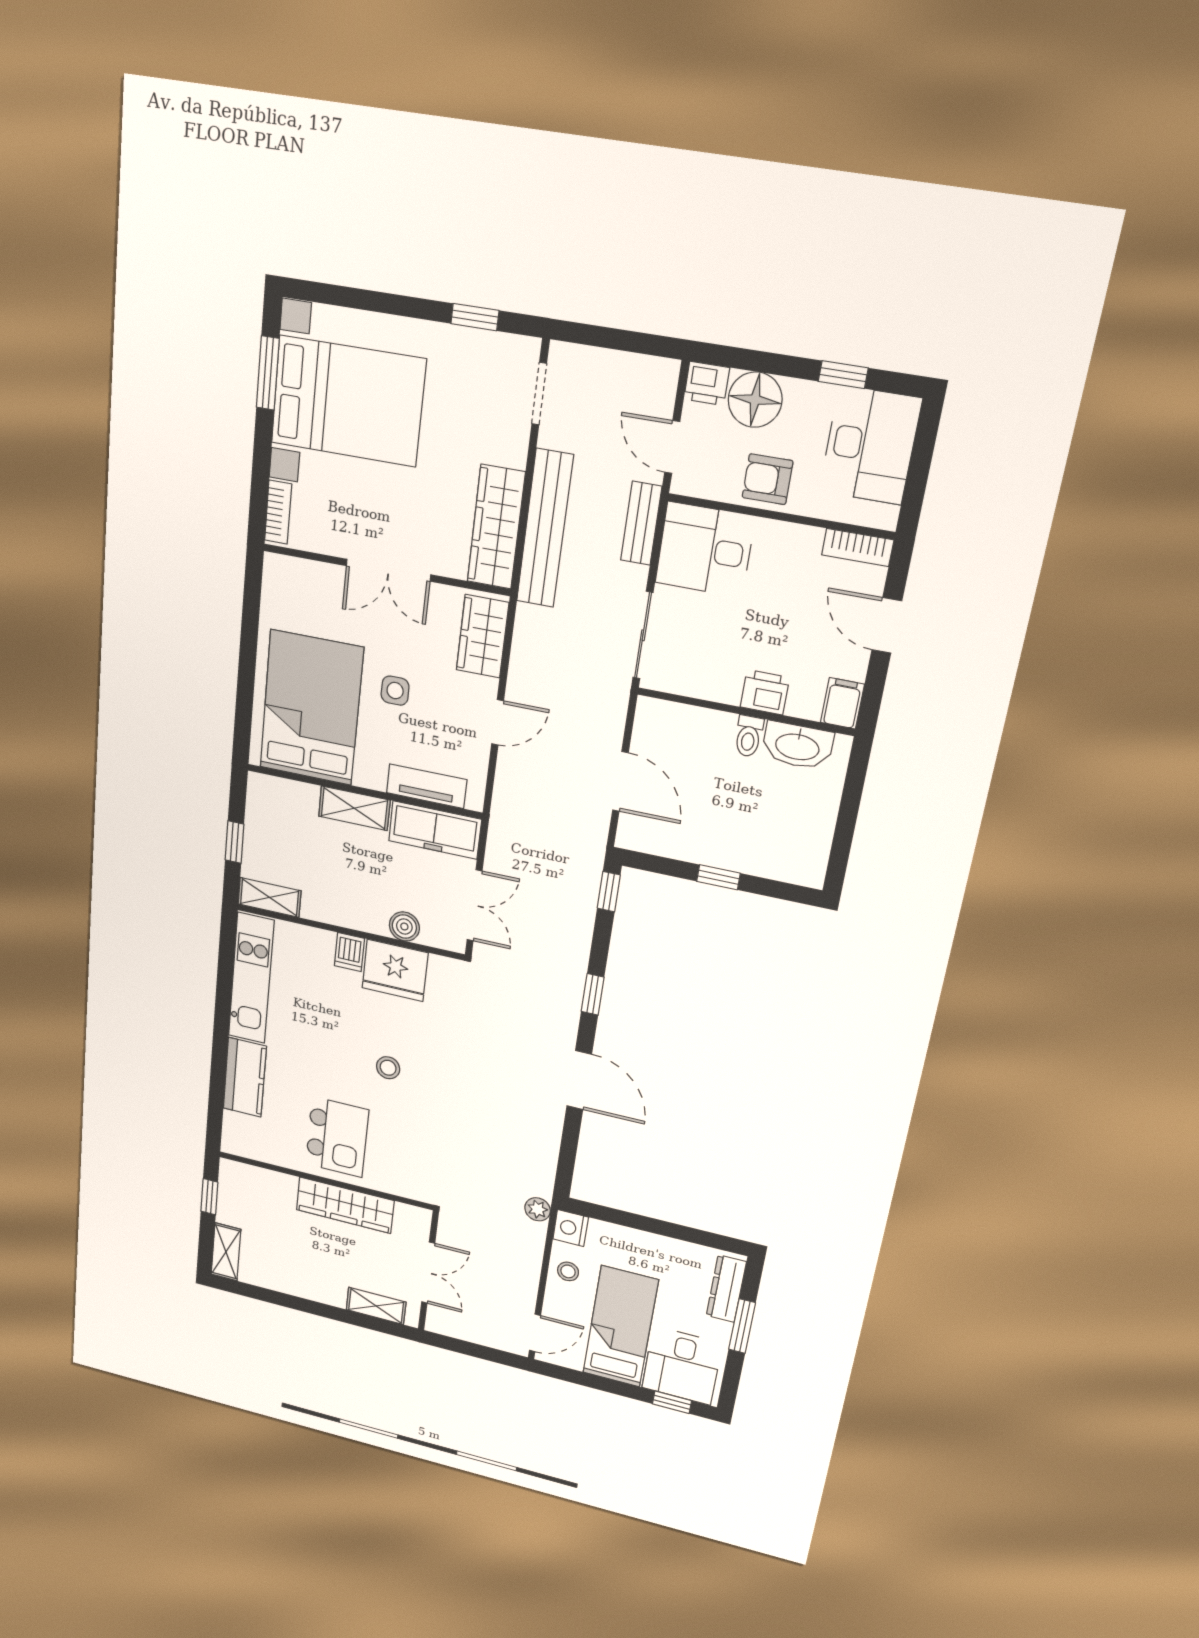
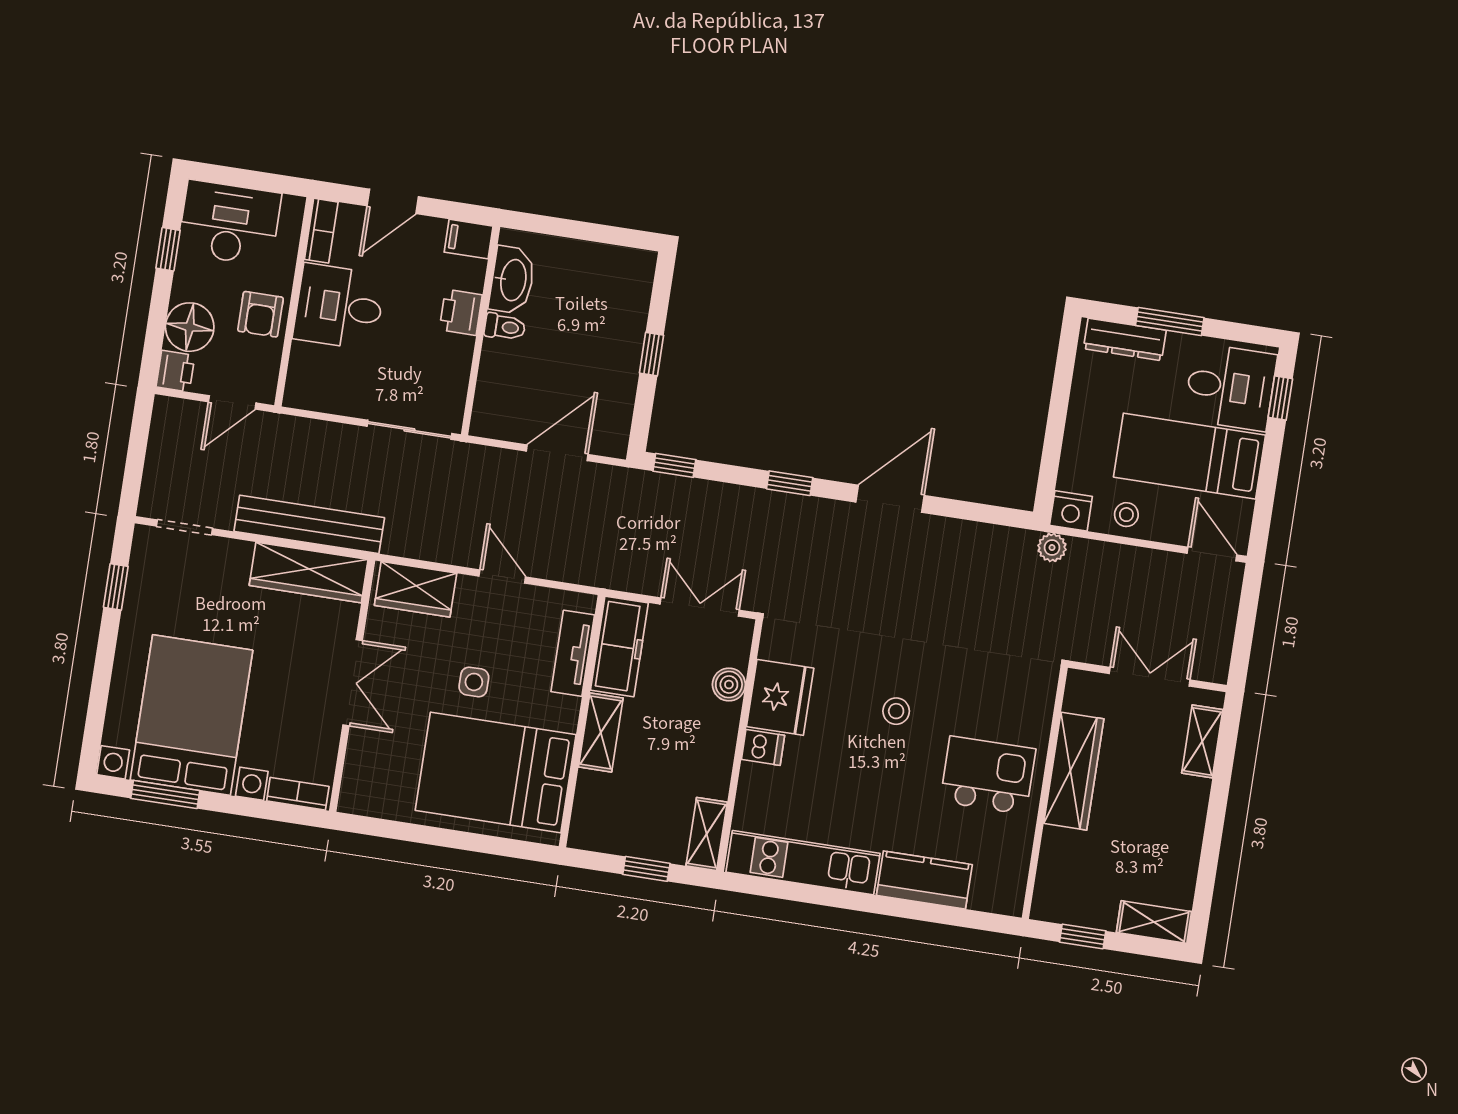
bench: (641, 523) -> (303, 431), removed
desk: (705, 550) -> (339, 307), moved, turned 90

